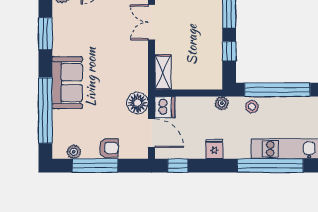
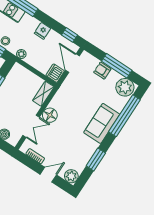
floor lamp: (138, 103) -> (50, 115), moved
plant: (74, 152) -> (125, 87), width x1.87, depth x1.87

